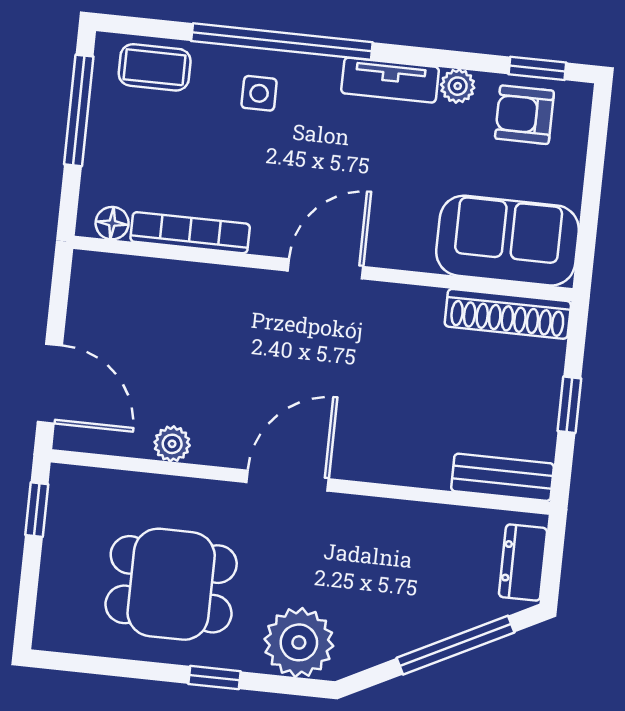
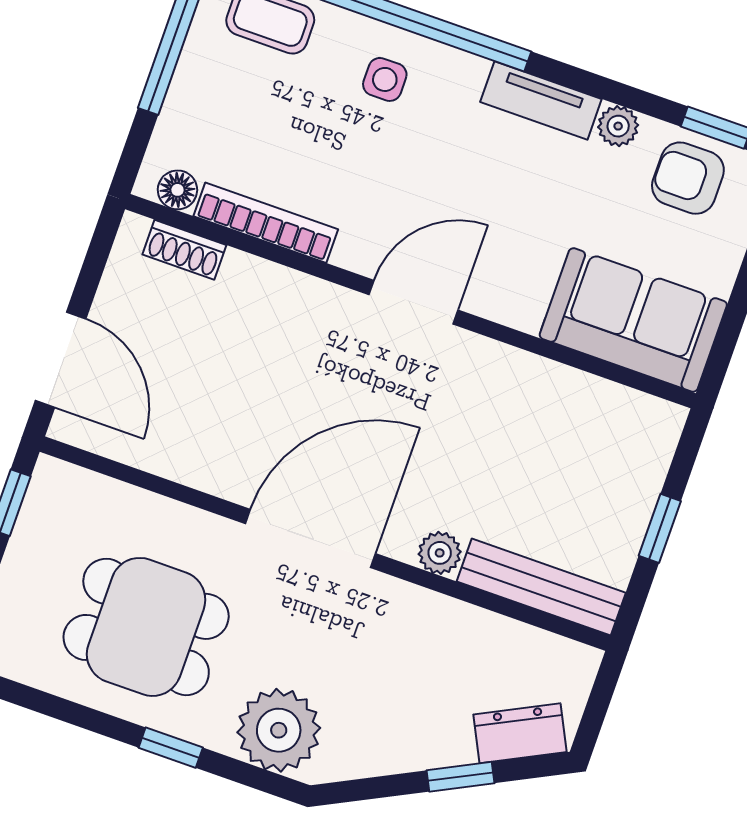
shoe rack: (508, 314) -> (184, 250), moved, width x0.51, depth x0.81
plant: (172, 444) -> (440, 553), moved
bench: (503, 477) -> (541, 587), width x1.36
door: (288, 481) -> (311, 539), width x1.36
dresser: (523, 563) -> (520, 733), moved, turned 63
window: (456, 645) -> (460, 777), width x0.46

